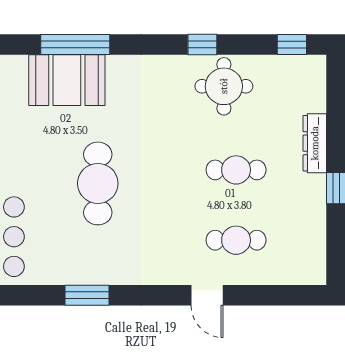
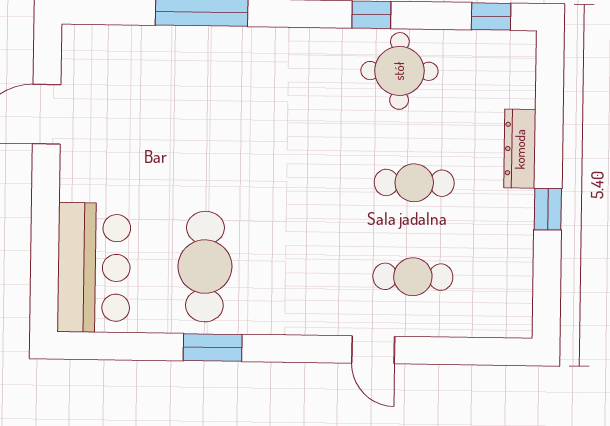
booth: (67, 80) -> (190, 60), removed
cafe table: (98, 183) -> (205, 267), moved

